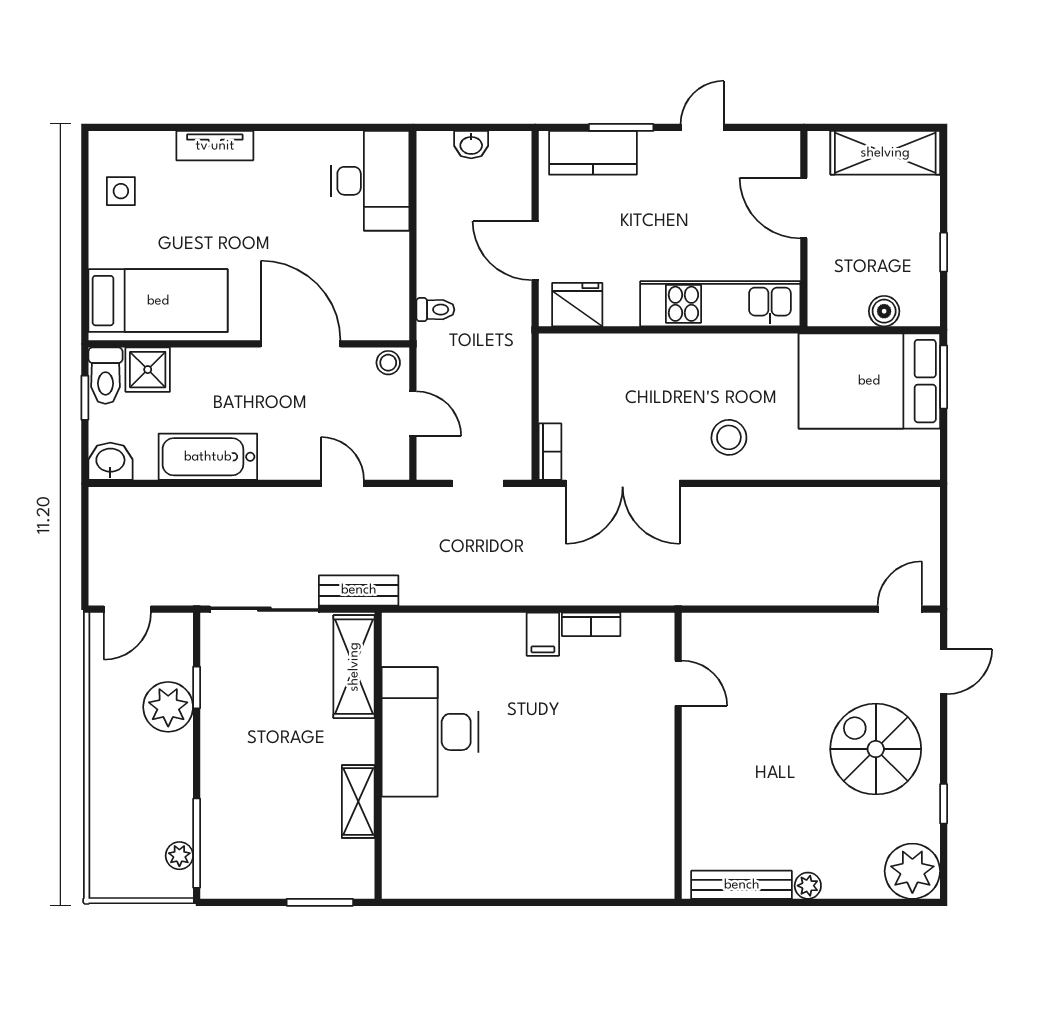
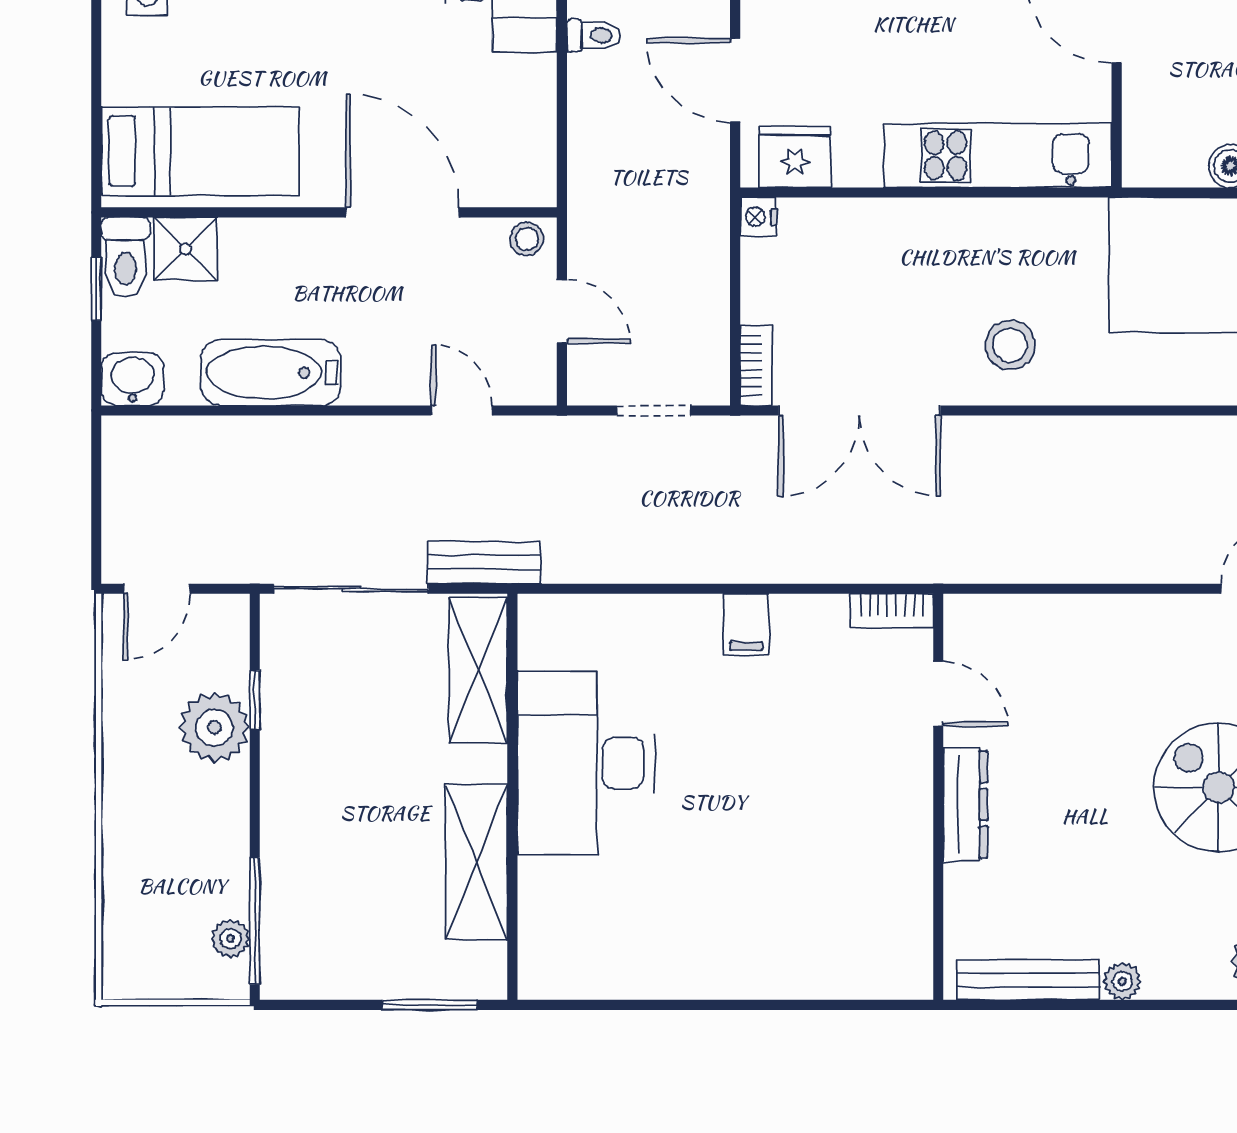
toilet: (435, 310) -> (594, 35), moved
nightstand: (551, 347) -> (758, 217), added
bookcase: (591, 624) -> (892, 610), moved
dresser: (697, 761) -> (965, 804), added
shelving: (358, 802) -> (476, 862), width x1.50, depth x1.33

